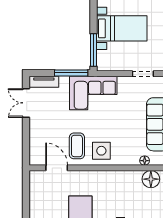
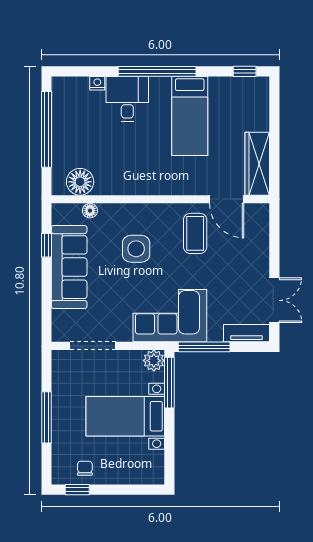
plant: (104, 64) -> (154, 361), added
doorway: (143, 74) -> (93, 346), width x1.38
side table: (101, 151) -> (136, 249), moved
wardrobe: (37, 191) -> (257, 164), added

